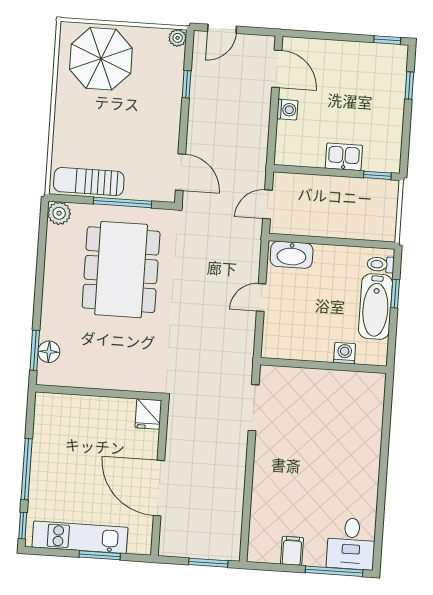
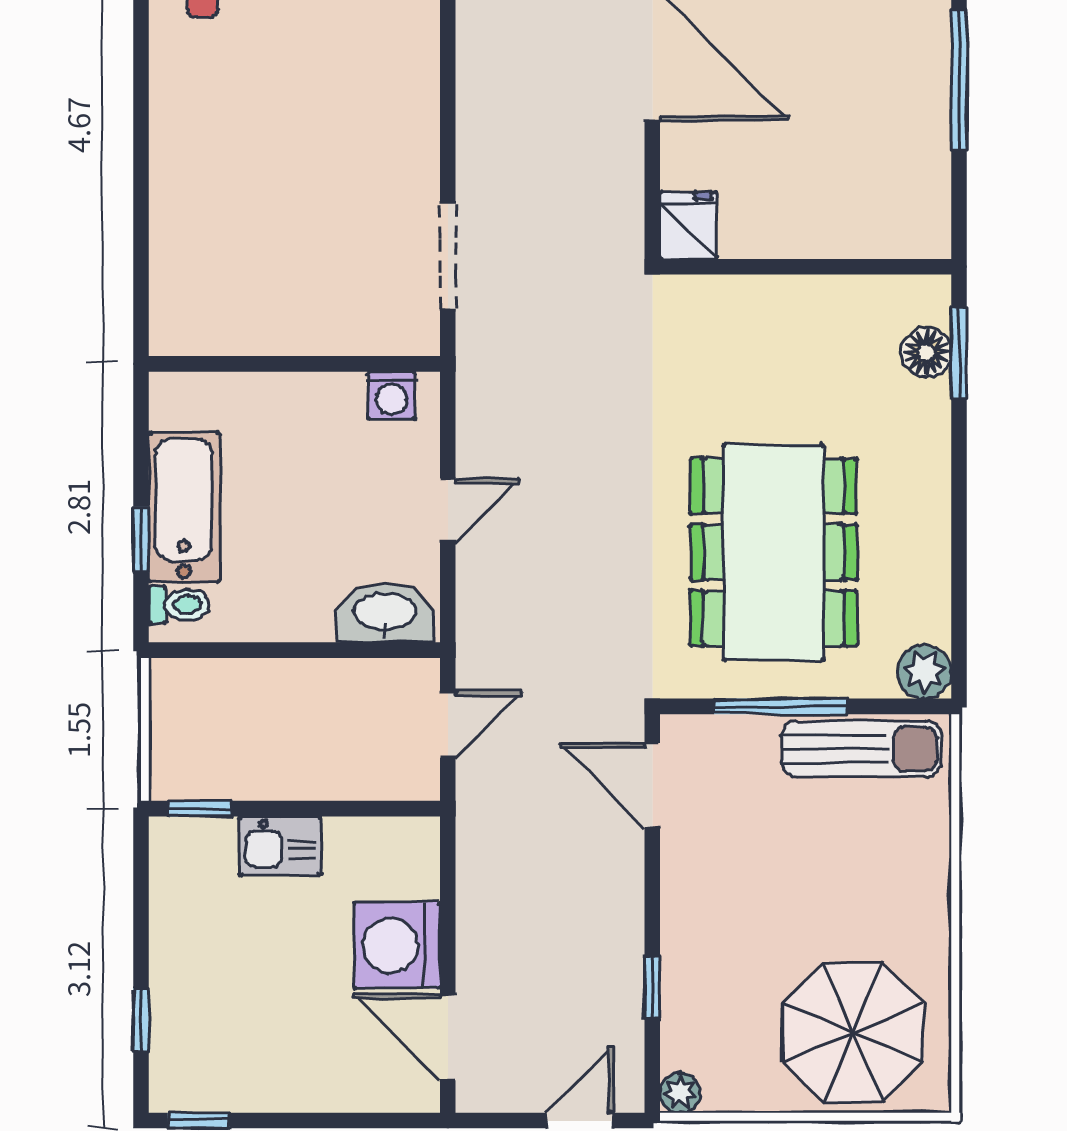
washing machine: (287, 110) -> (397, 945), width x1.89, depth x1.89
washing machine: (345, 353) -> (392, 395), moved

